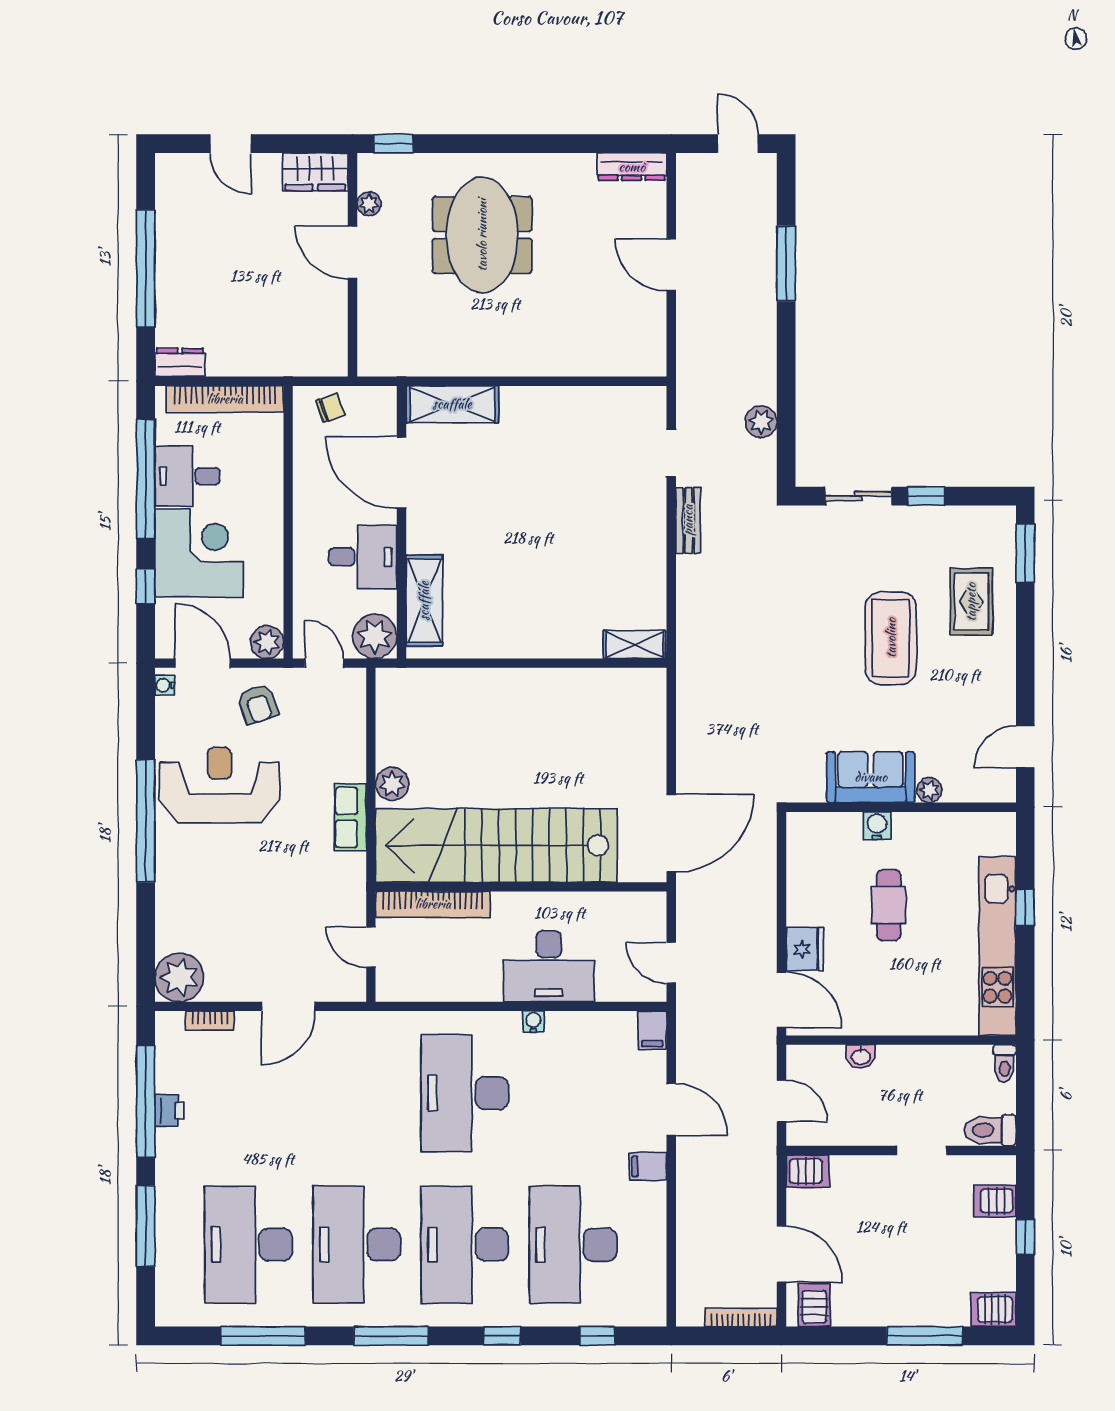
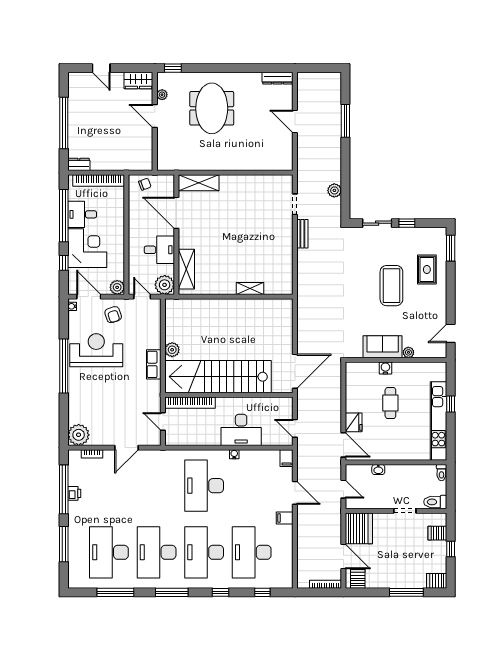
door: (738, 144) -> (324, 68), removed
shelving: (635, 645) -> (250, 288), moved
server rack: (808, 1171) -> (359, 528), width x2.18, depth x1.44

